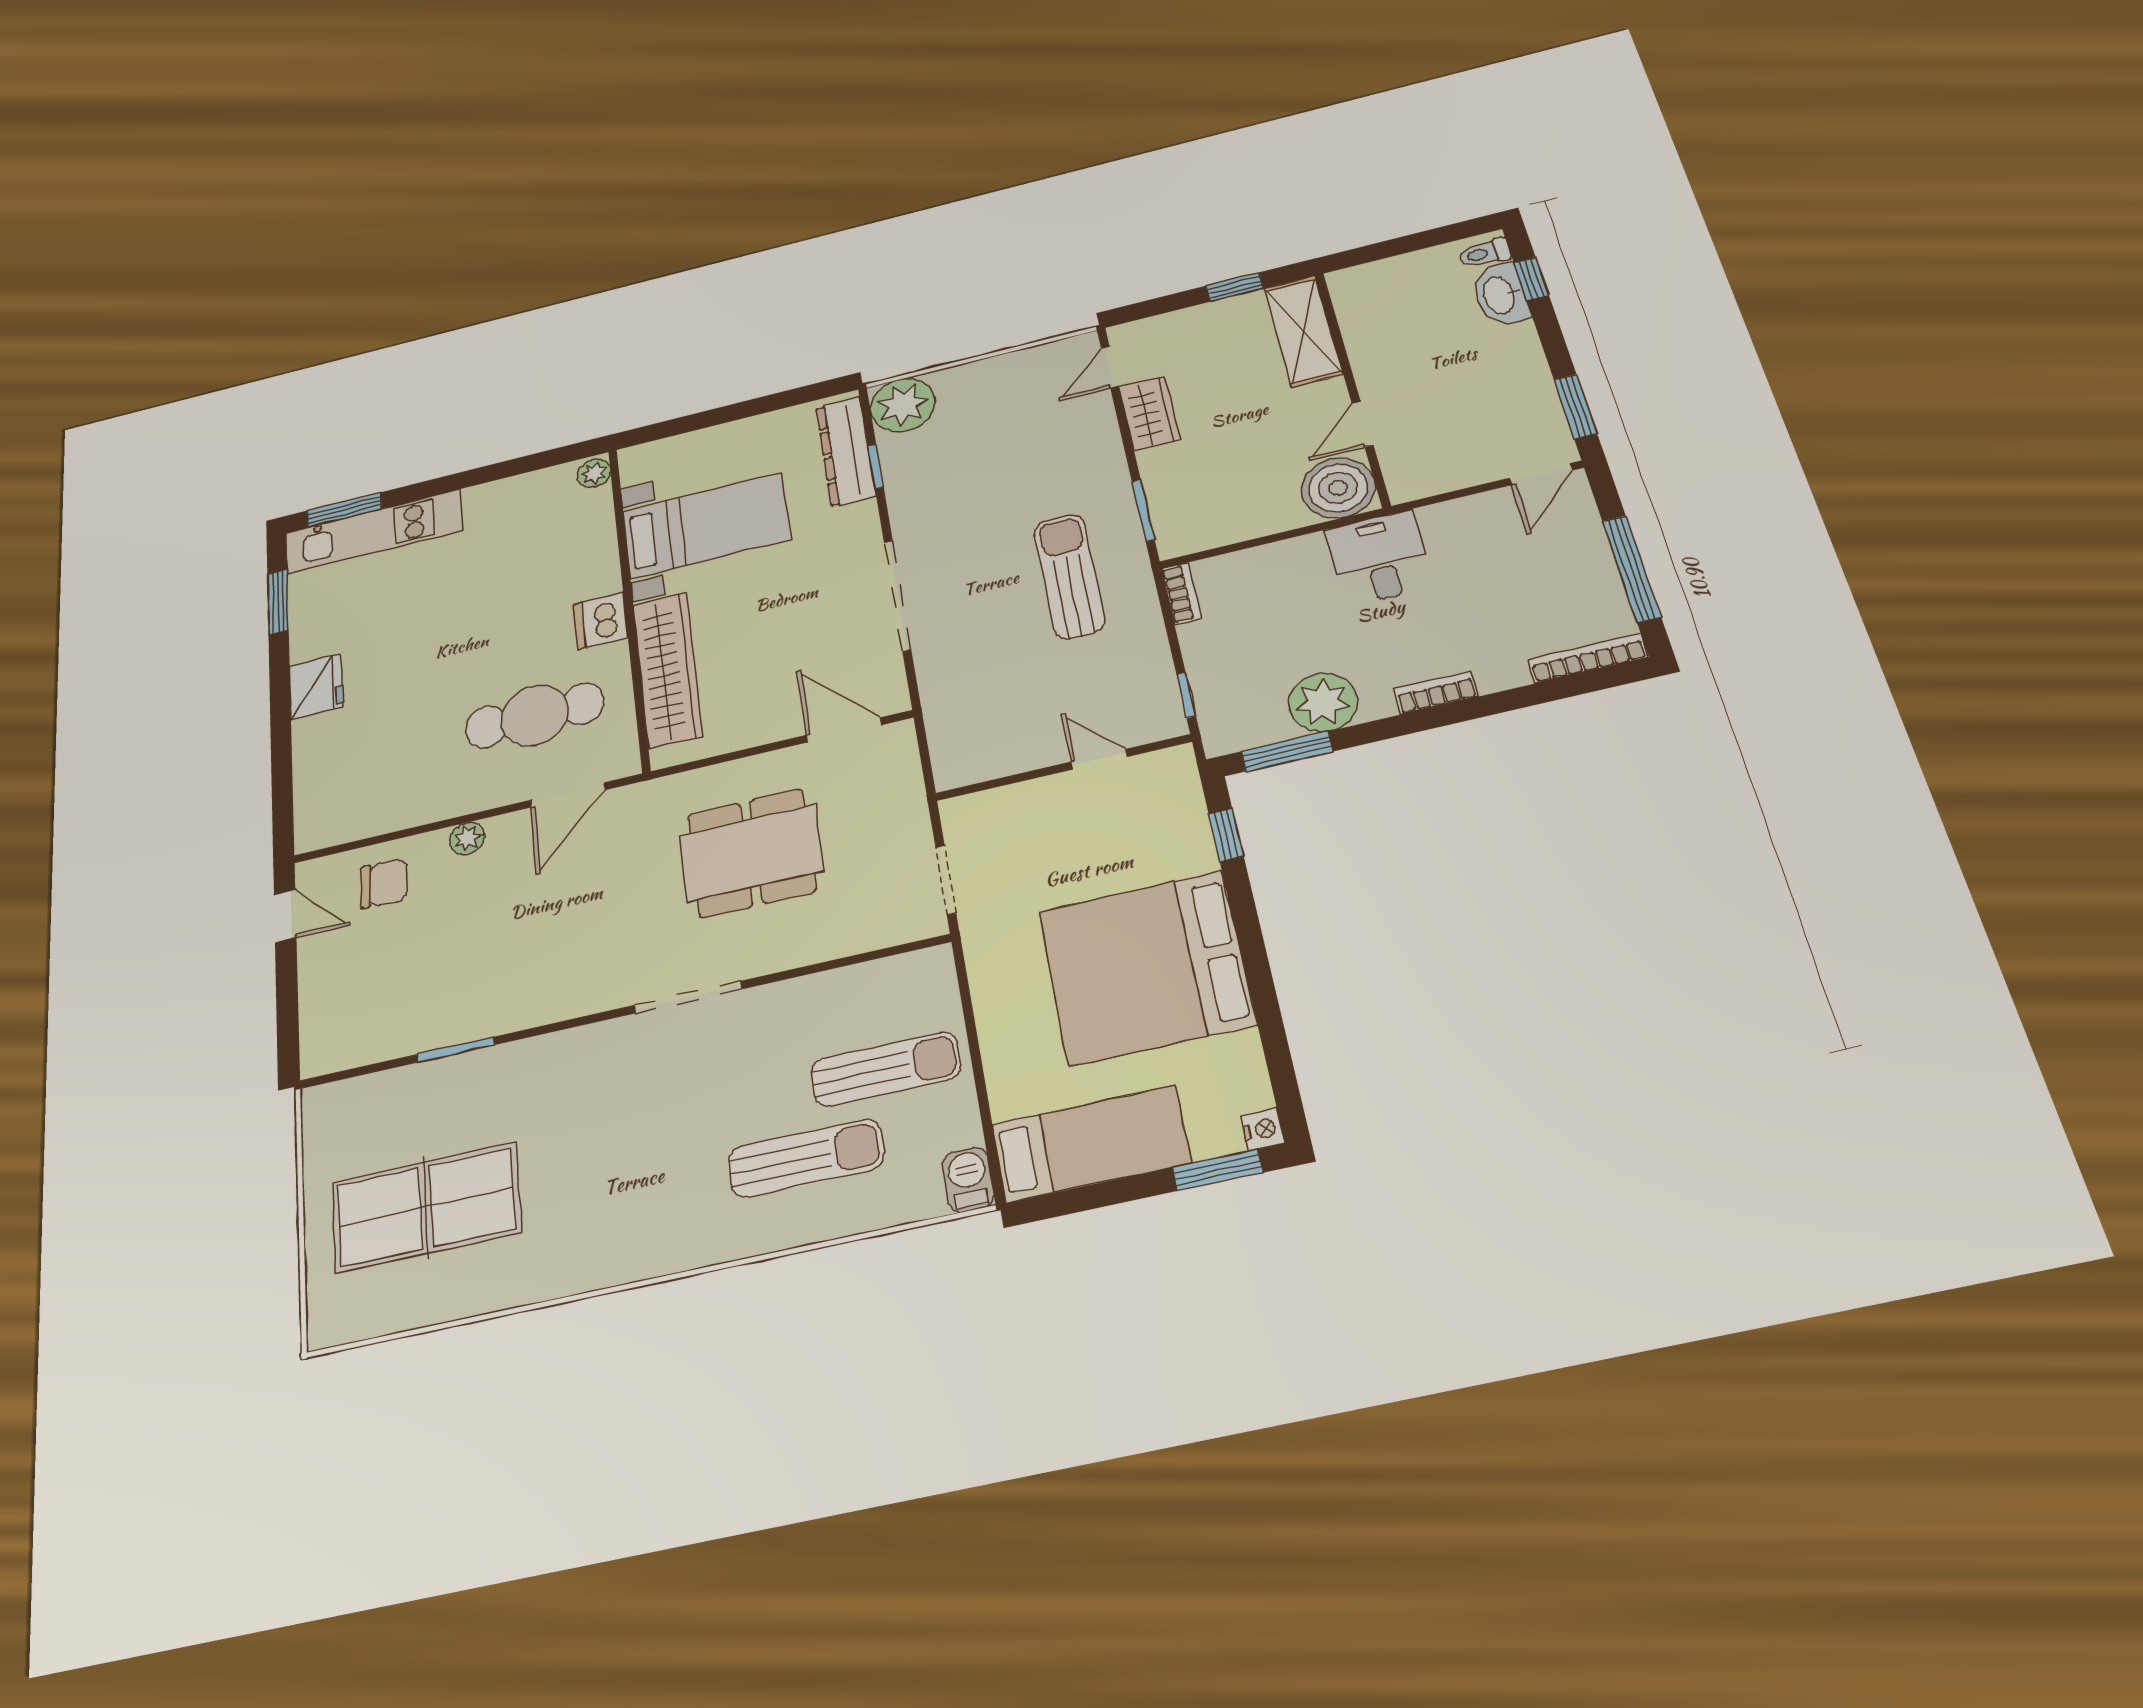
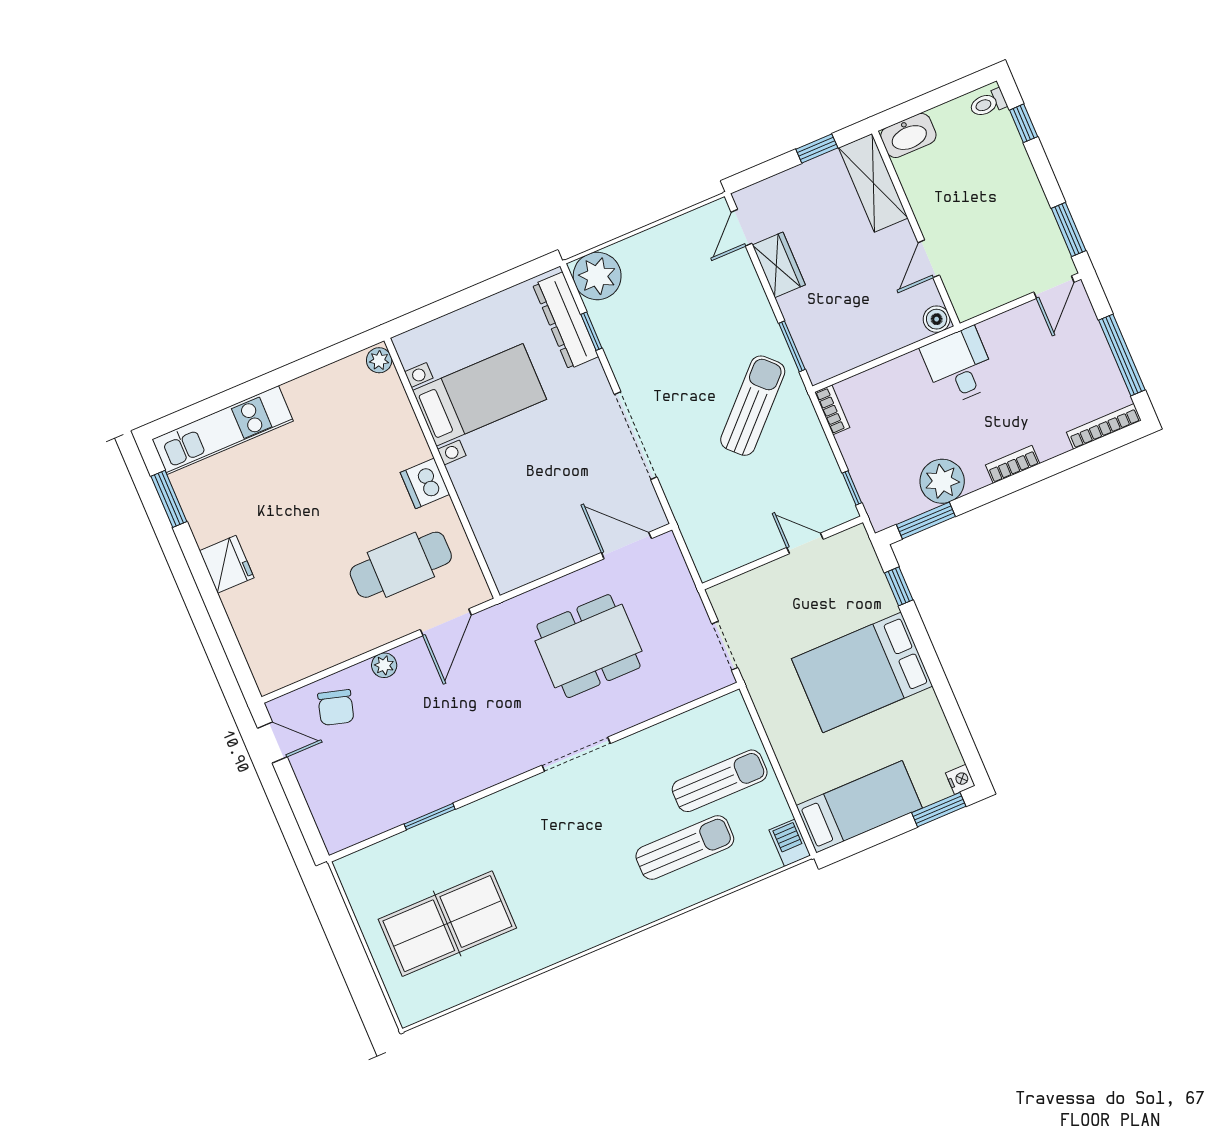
washbasin: (1500, 295) -> (908, 135), moved, turned -90
boiler: (1338, 488) -> (937, 319), width x0.54, depth x0.54
window: (344, 510) -> (191, 414), removed
sun lounger: (1069, 576) -> (753, 406), turned 45
wardrobe: (668, 669) -> (487, 516), removed
chair: (384, 883) -> (336, 708), turned 103
bed: (1146, 967) -> (862, 672), width x0.73

